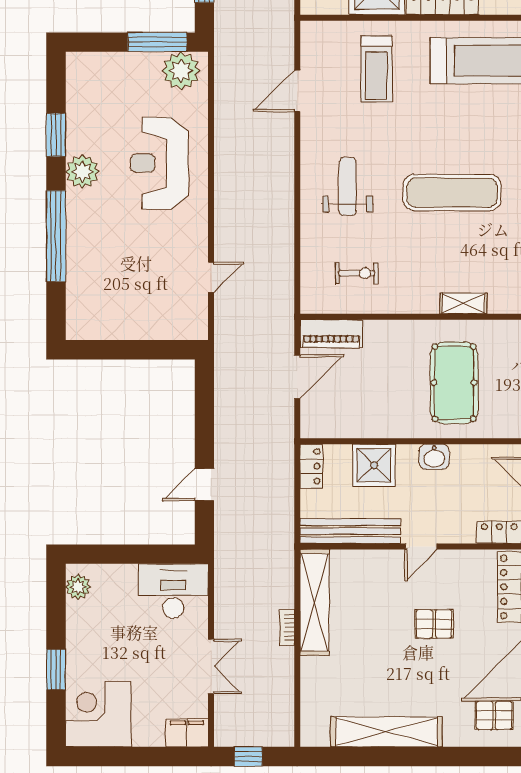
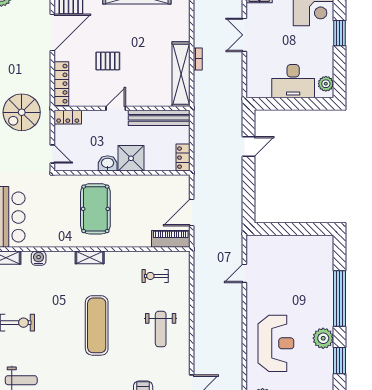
exercise mat: (452, 192) -> (97, 325), turned 90
shower: (374, 465) -> (131, 158), moved
desk: (173, 591) -> (293, 81), moved

